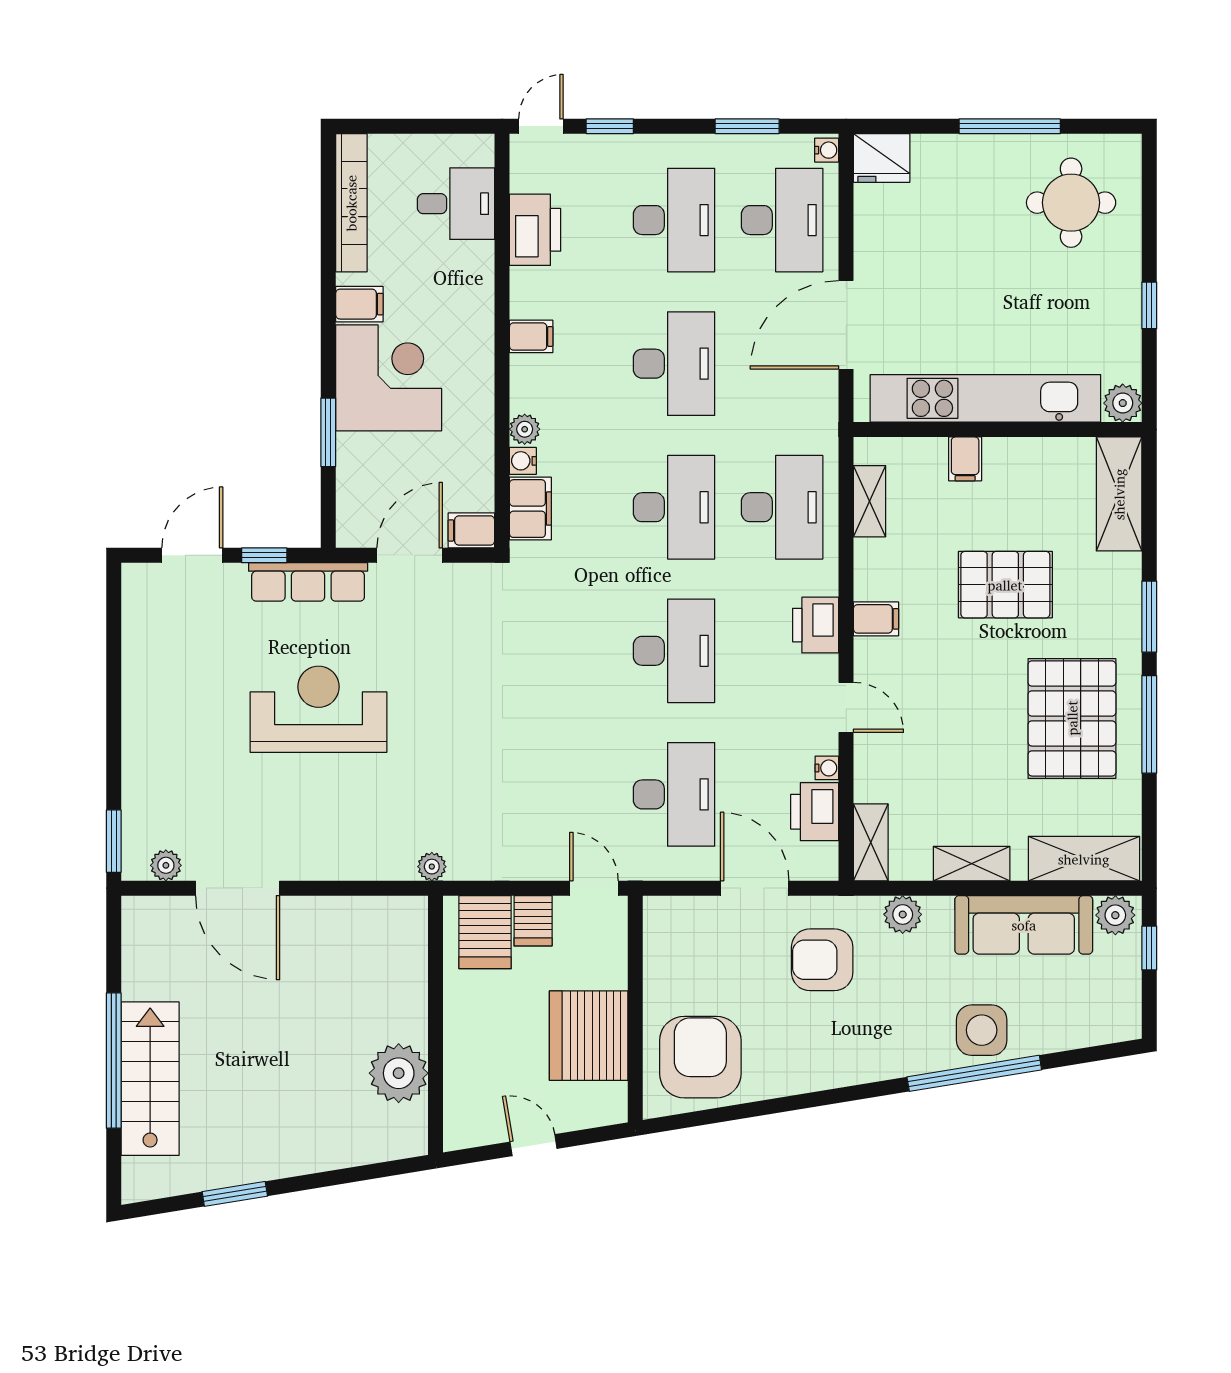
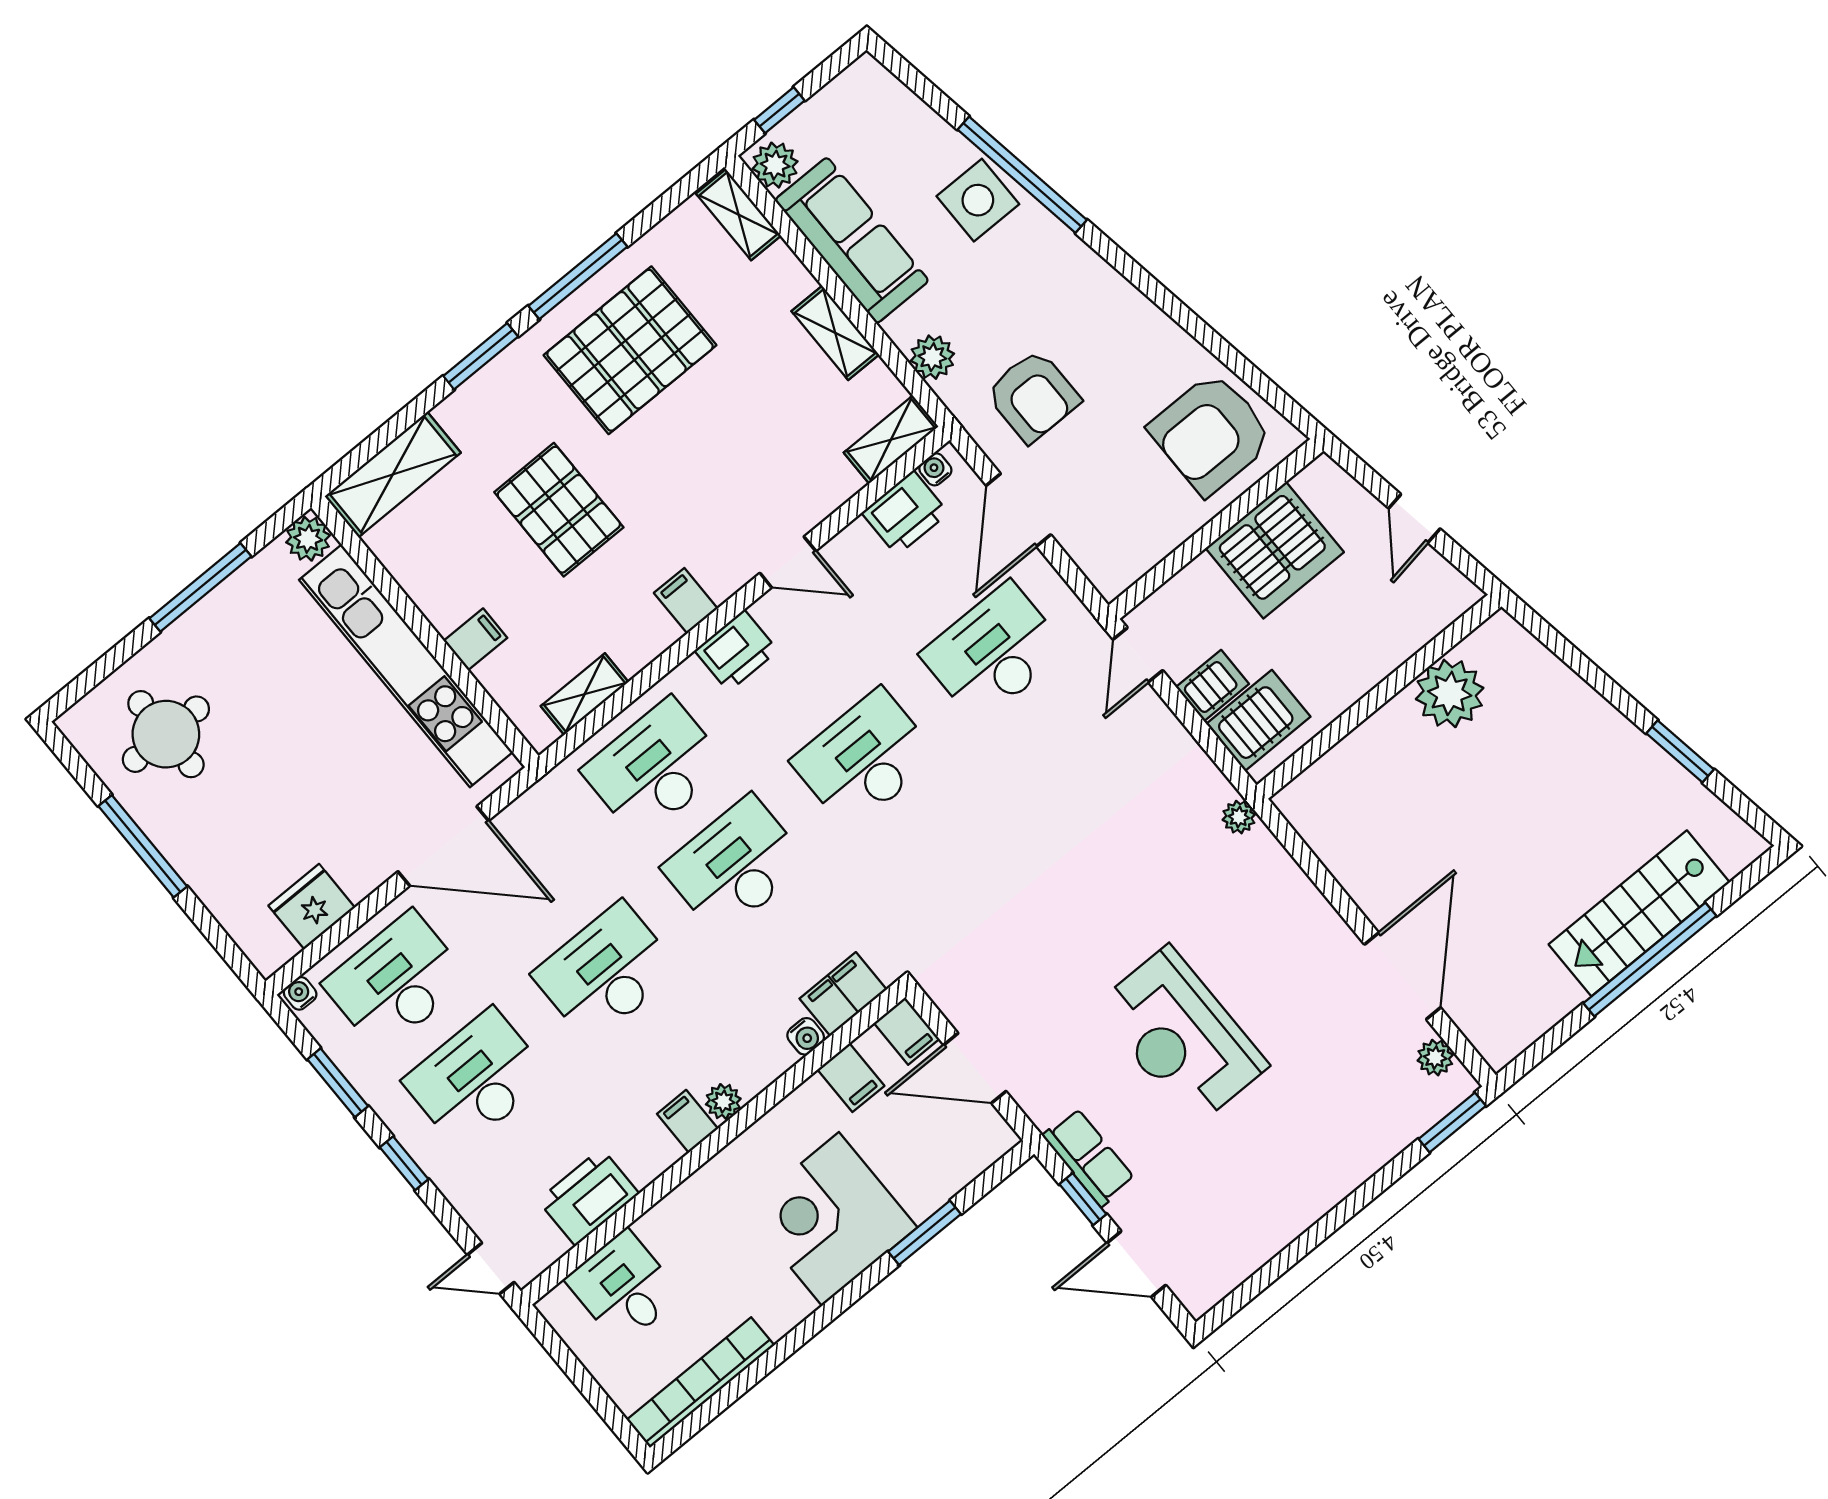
window: (610, 126) -> (404, 1163), moved
fridge: (882, 158) -> (312, 907), moved, turned -90
filing cabinet: (359, 304) -> (851, 1078), moved, turned 180
window: (1149, 305) -> (200, 587), width x2.17
plant: (525, 429) -> (723, 1102), moved
row of seats: (308, 582) -> (1089, 1157), width x0.68
door: (846, 707) -> (788, 562), swing flipped
water cooler: (827, 768) -> (935, 469), moved
shelving: (1084, 859) -> (739, 215), width x0.67, depth x0.75

